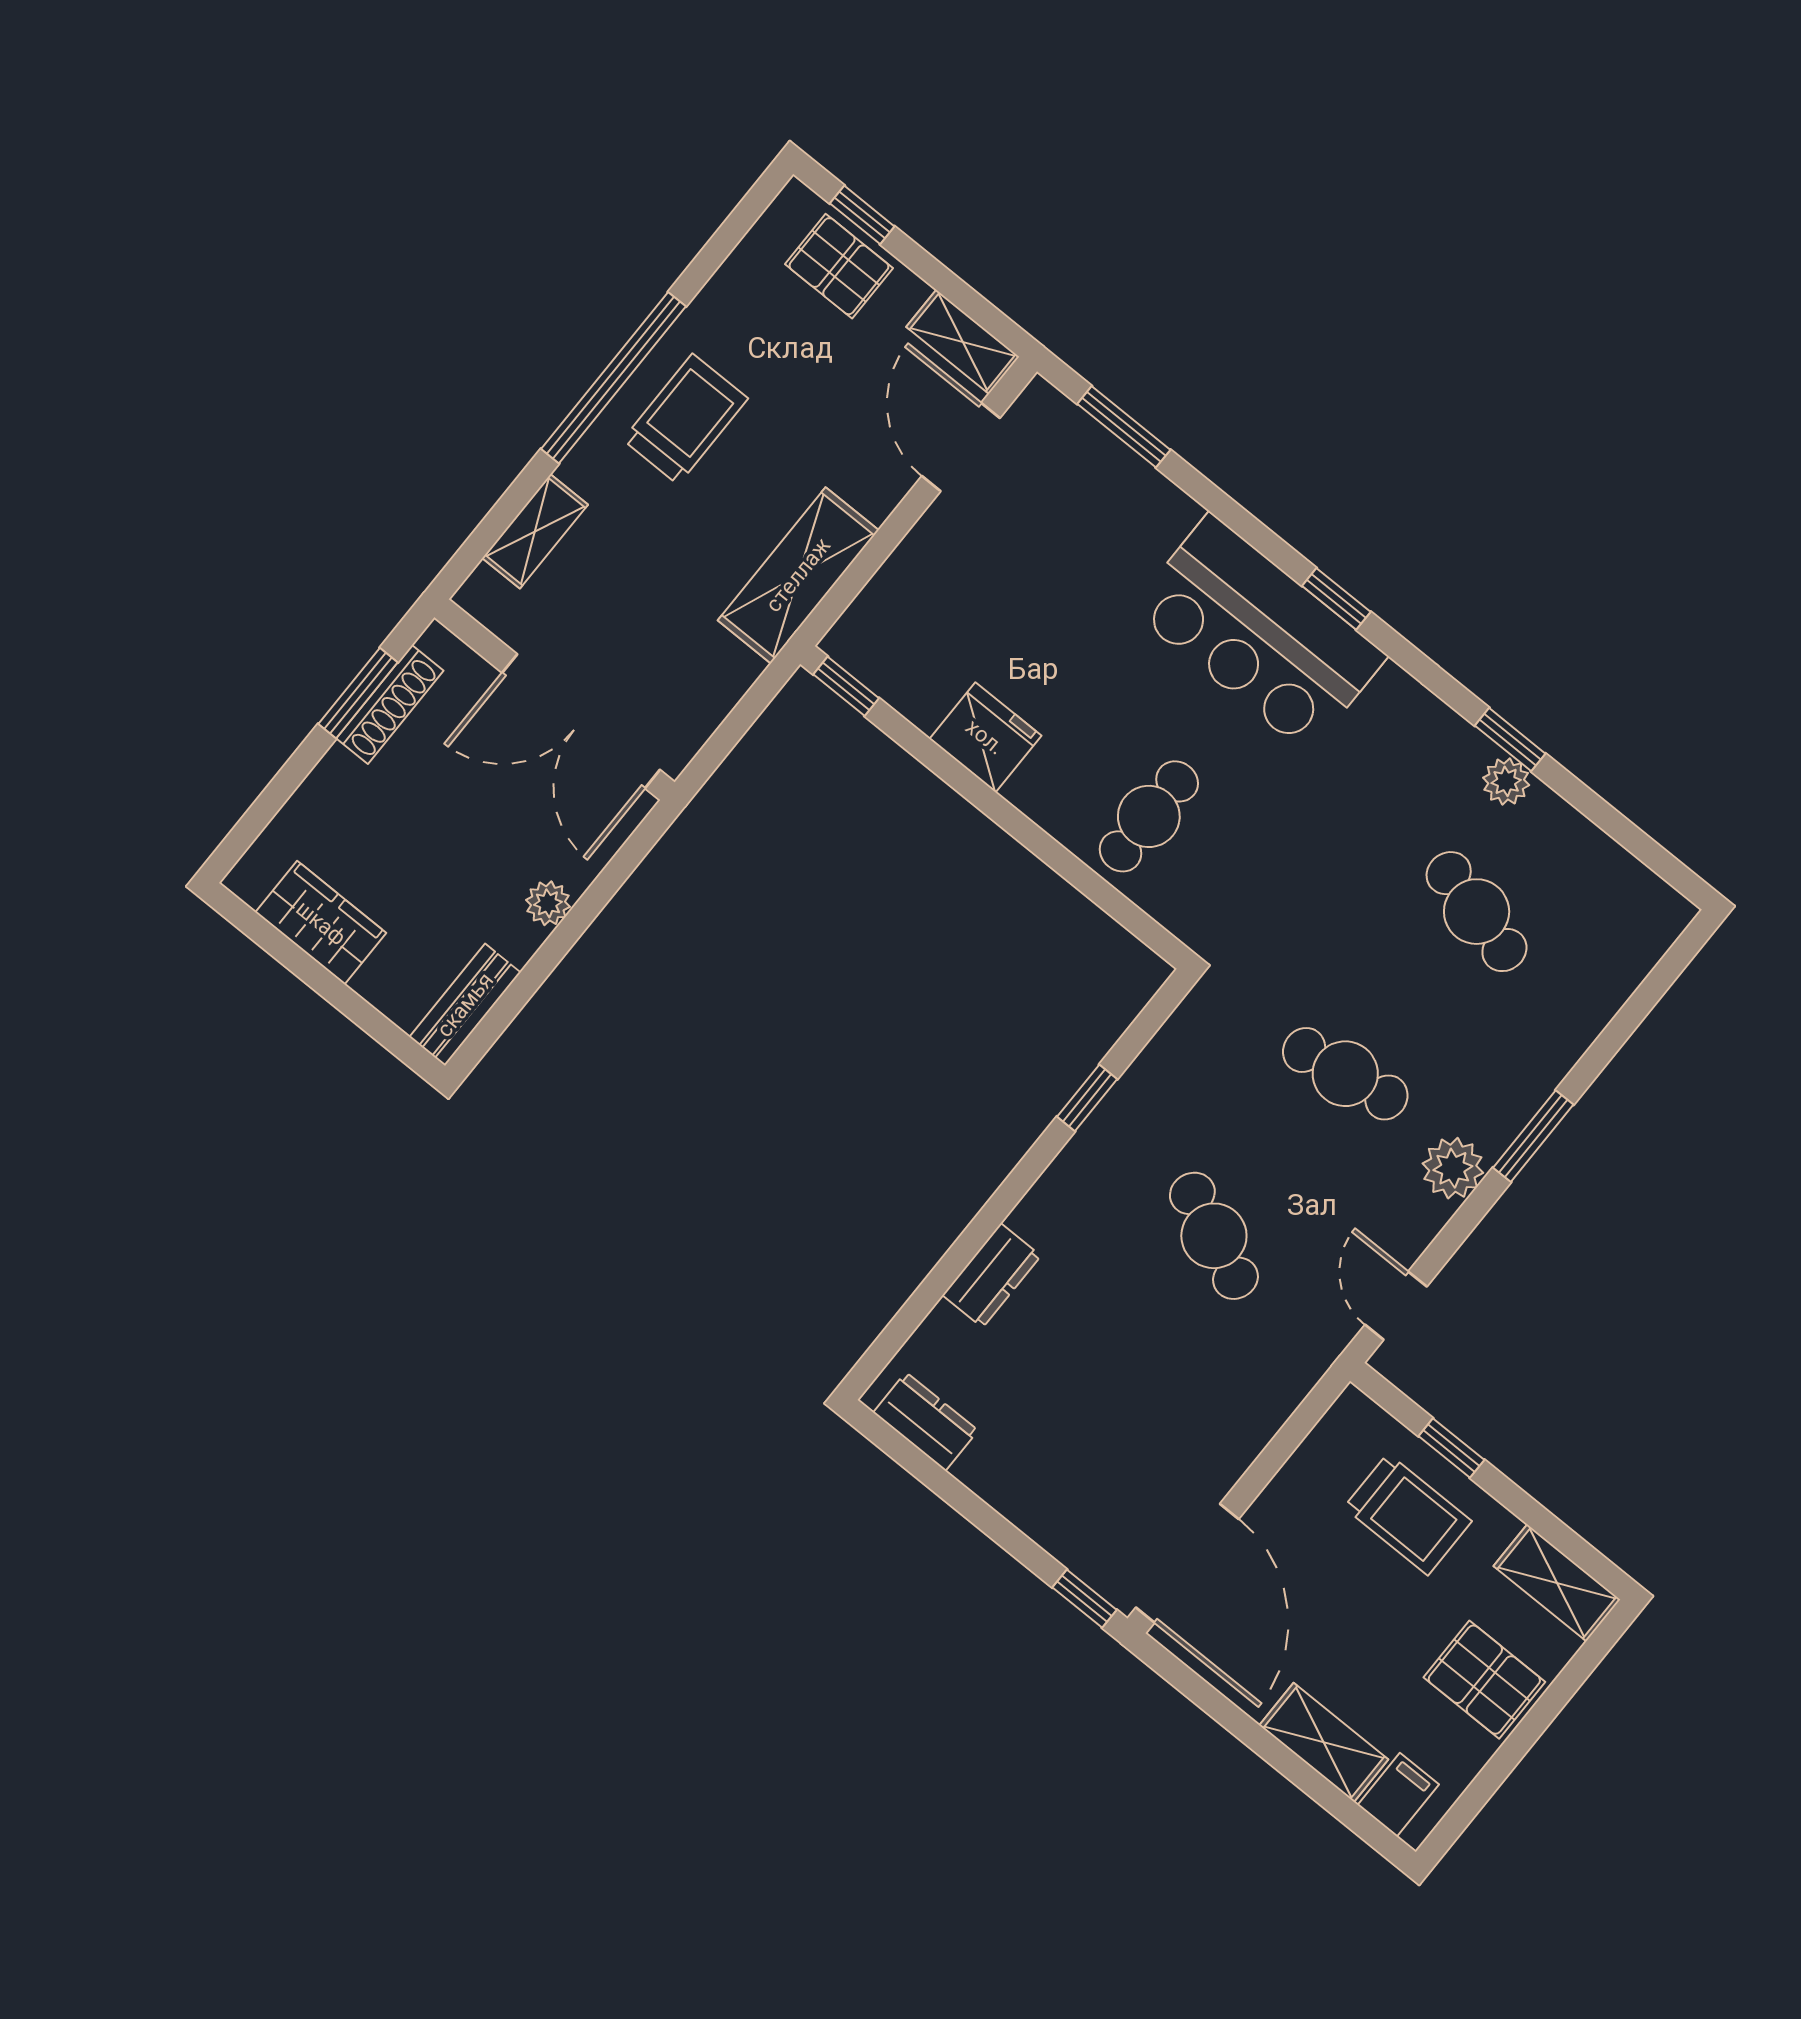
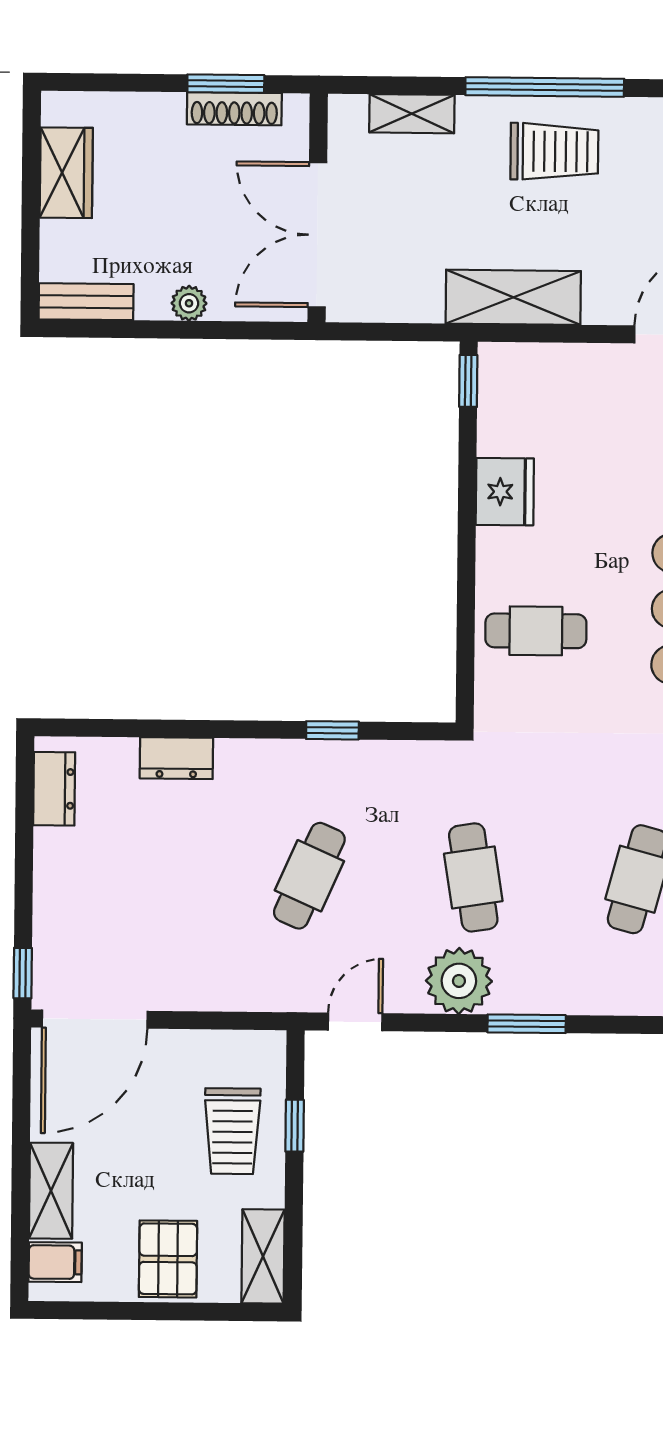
plant: (1453, 1168) -> (459, 981), width x1.36, depth x1.36

